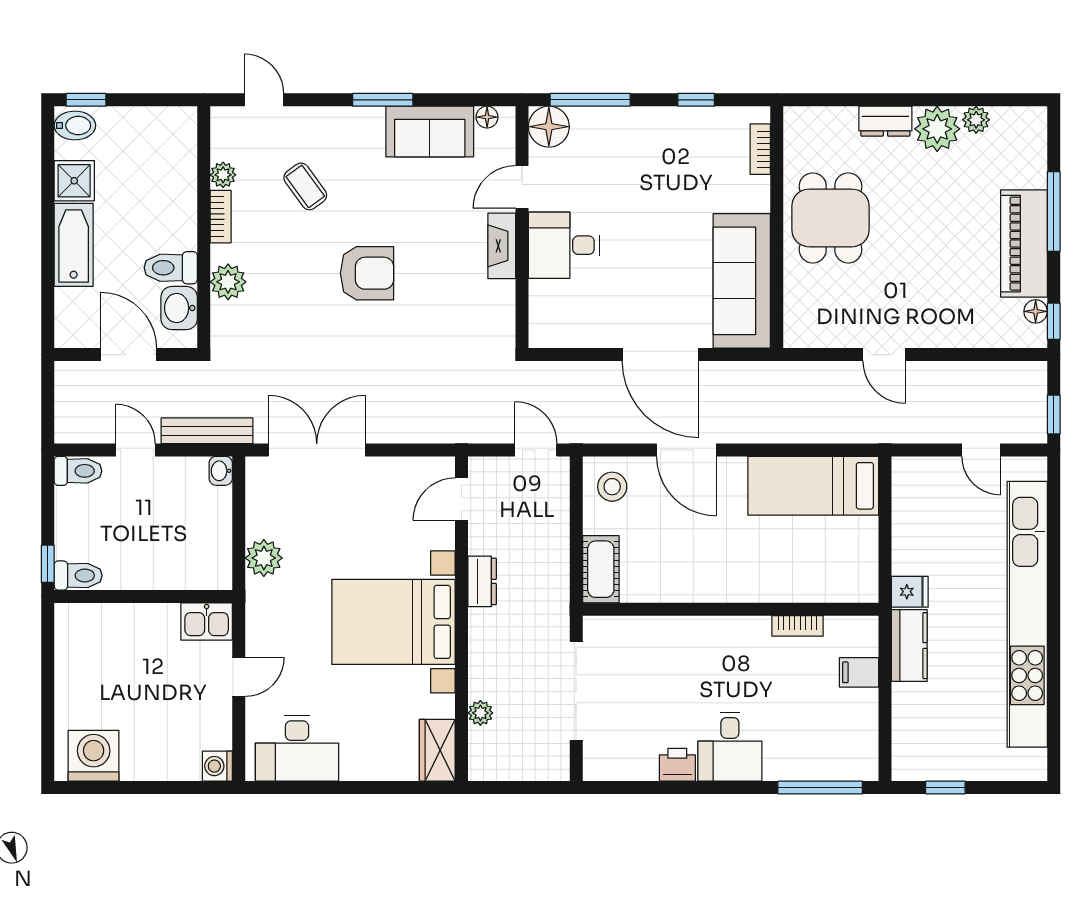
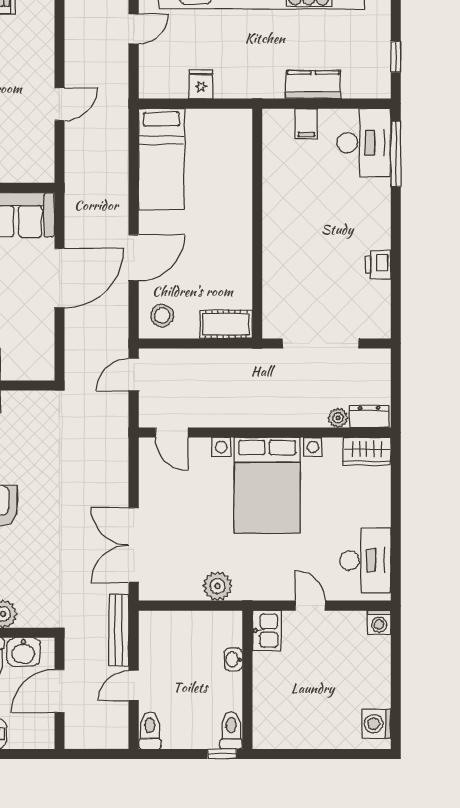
washbasin: (221, 471) -> (233, 660), moved, turned 90
dresser: (482, 581) -> (369, 417), moved
fridge: (910, 592) -> (201, 84), moved
bookcase: (797, 626) -> (270, 172), removed
kitchen counter: (909, 646) -> (313, 85), moved
desk: (730, 747) -> (364, 143), moved, width x1.37
washing machine: (94, 756) -> (376, 724), width x0.73, depth x0.73

